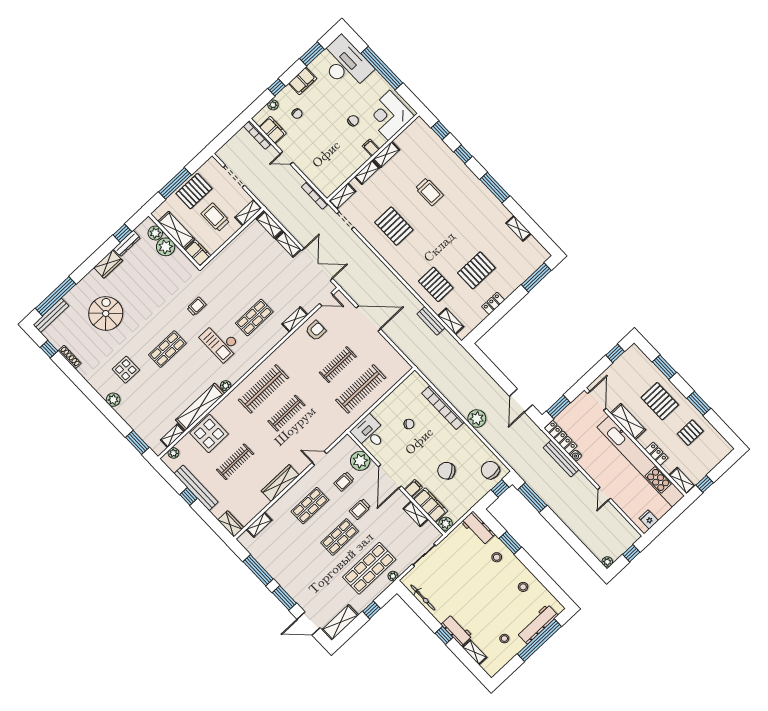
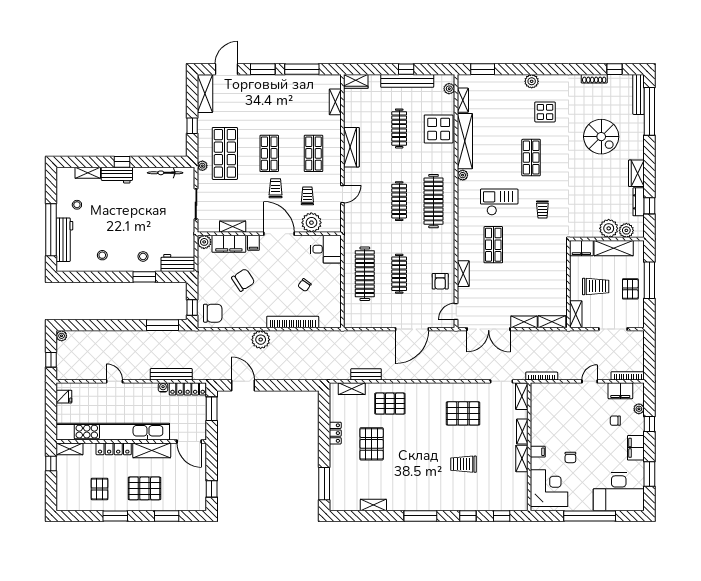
pallet: (194, 191) -> (630, 289), width x0.67, depth x0.71
locker: (657, 454) -> (114, 449), width x1.53

